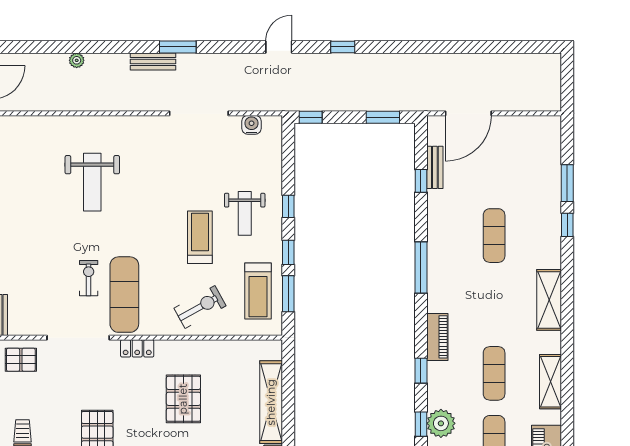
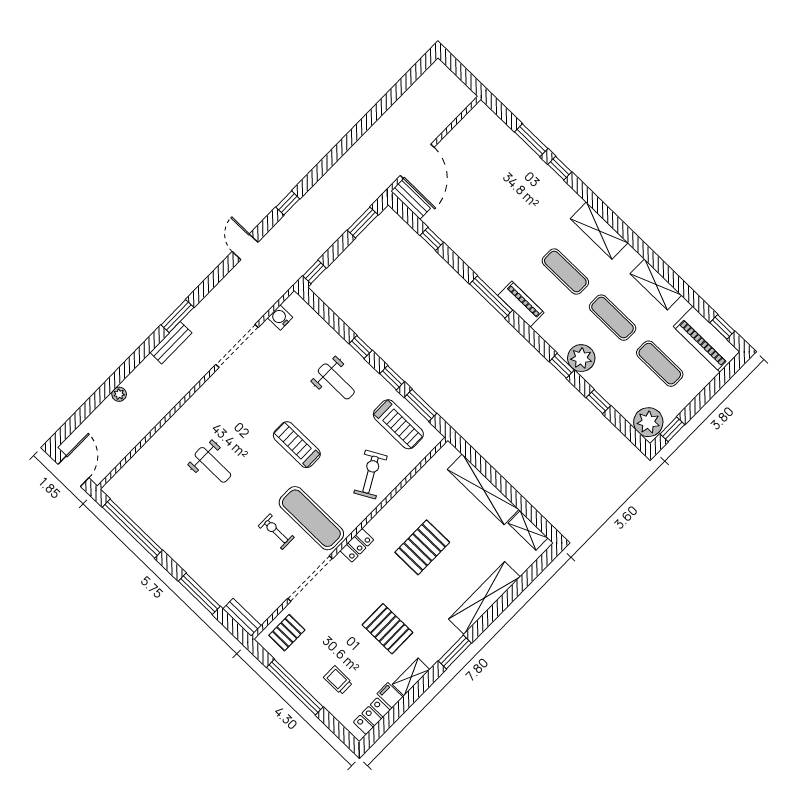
bench: (435, 167) -> (411, 200), moved
weight bench: (92, 182) -> (213, 465), width x0.73, depth x0.75
exercise mat: (494, 236) -> (565, 272), moved
treadmill: (200, 237) -> (297, 445), moved
piano: (437, 337) -> (521, 304), moved
pallet: (183, 399) -> (422, 547), turned 90
plant: (441, 423) -> (581, 358), moved

